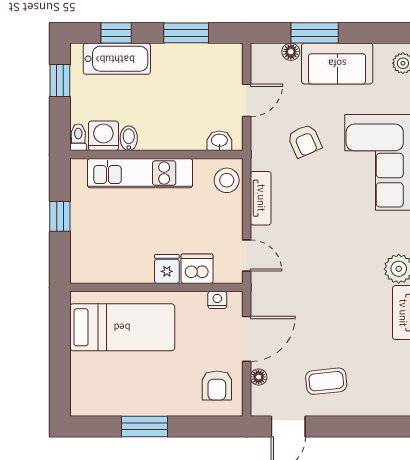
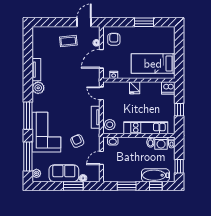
dishwasher: (197, 269) -> (168, 88), moved

